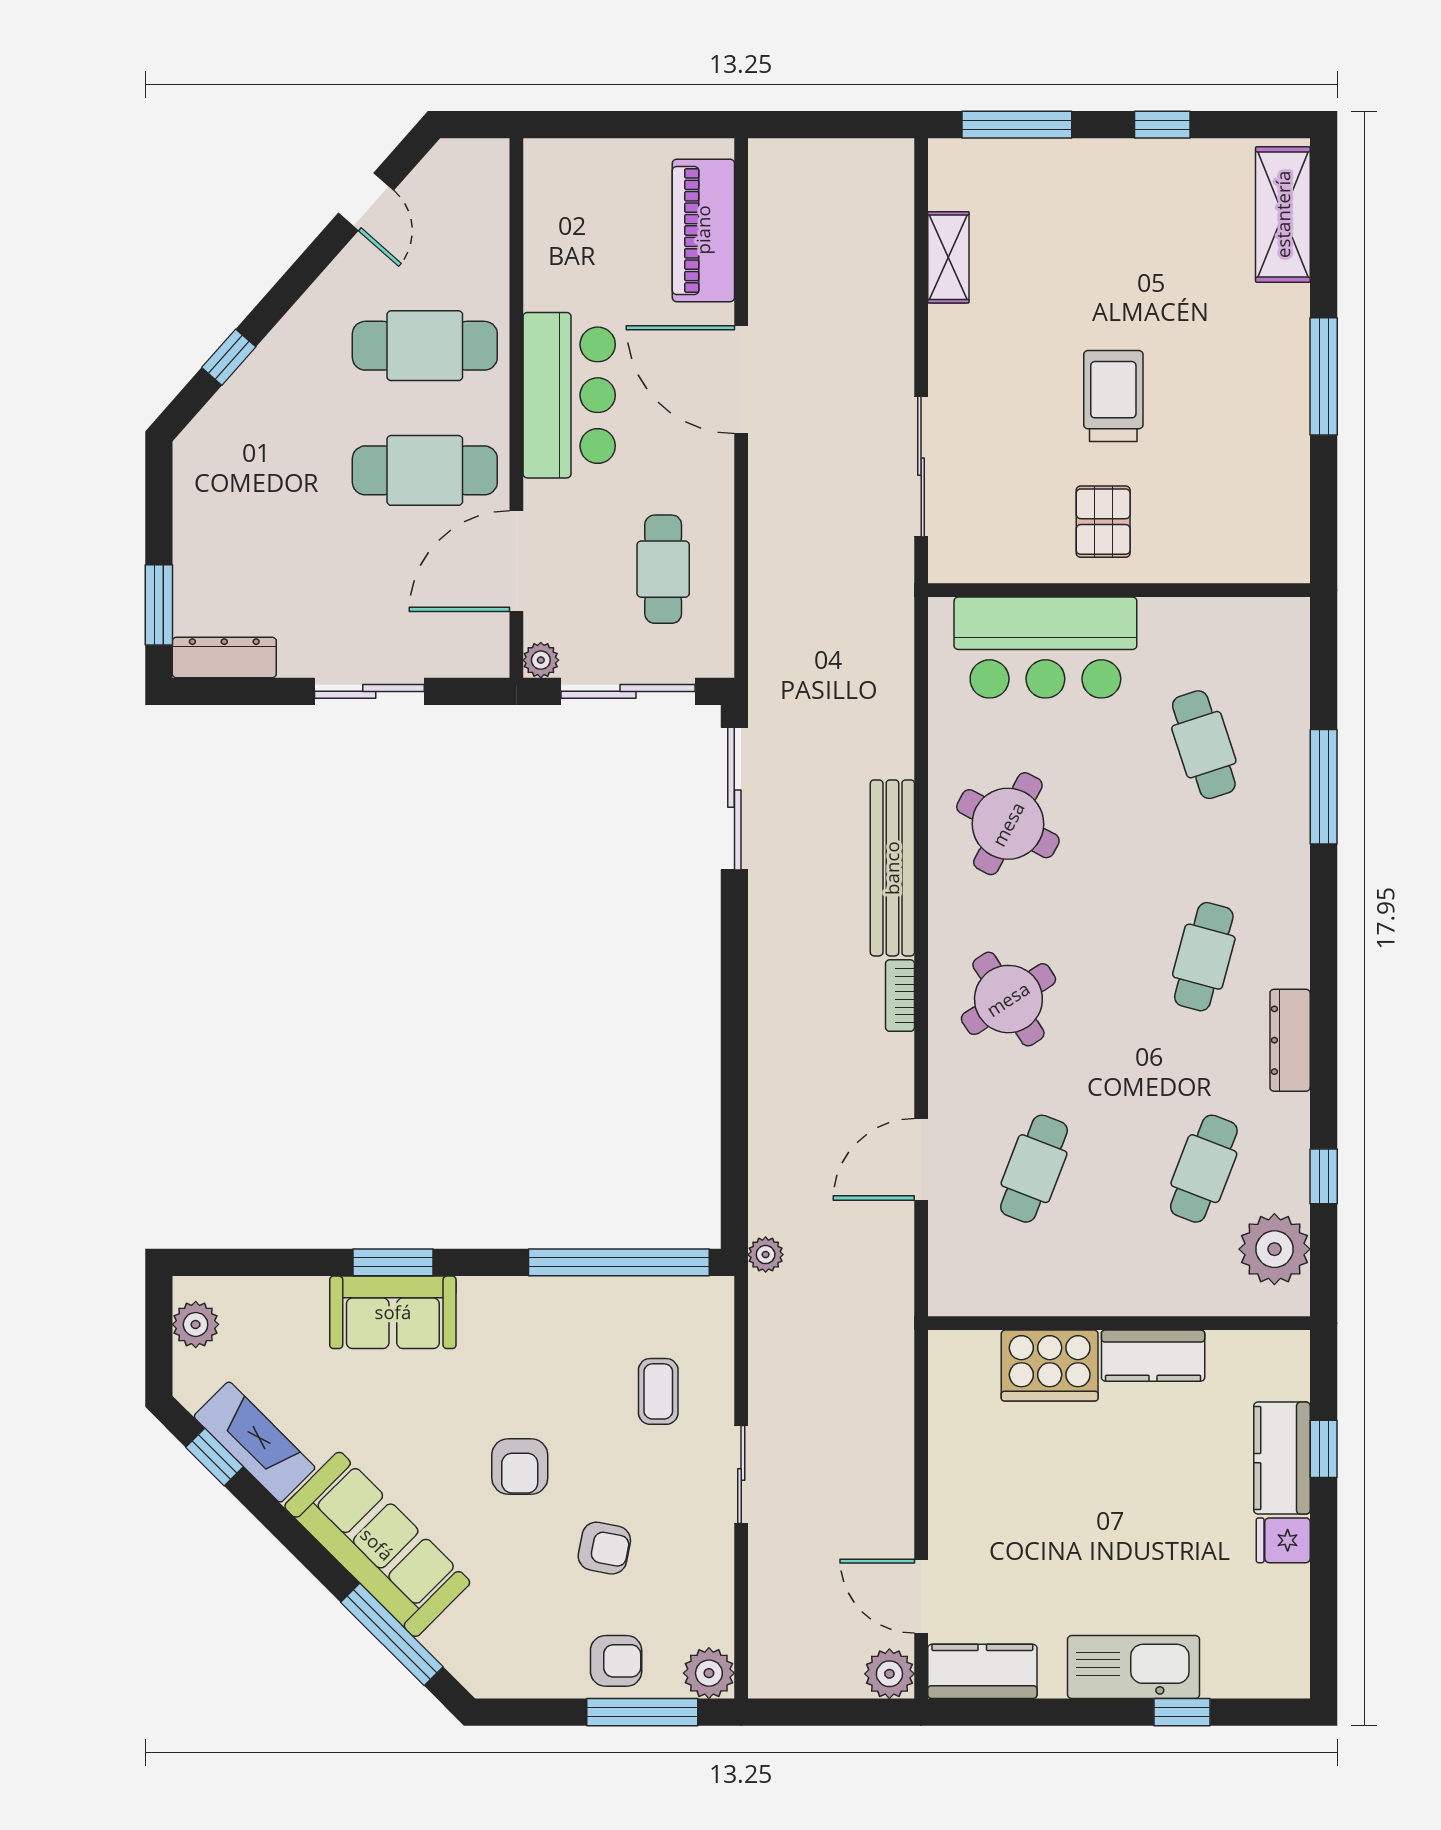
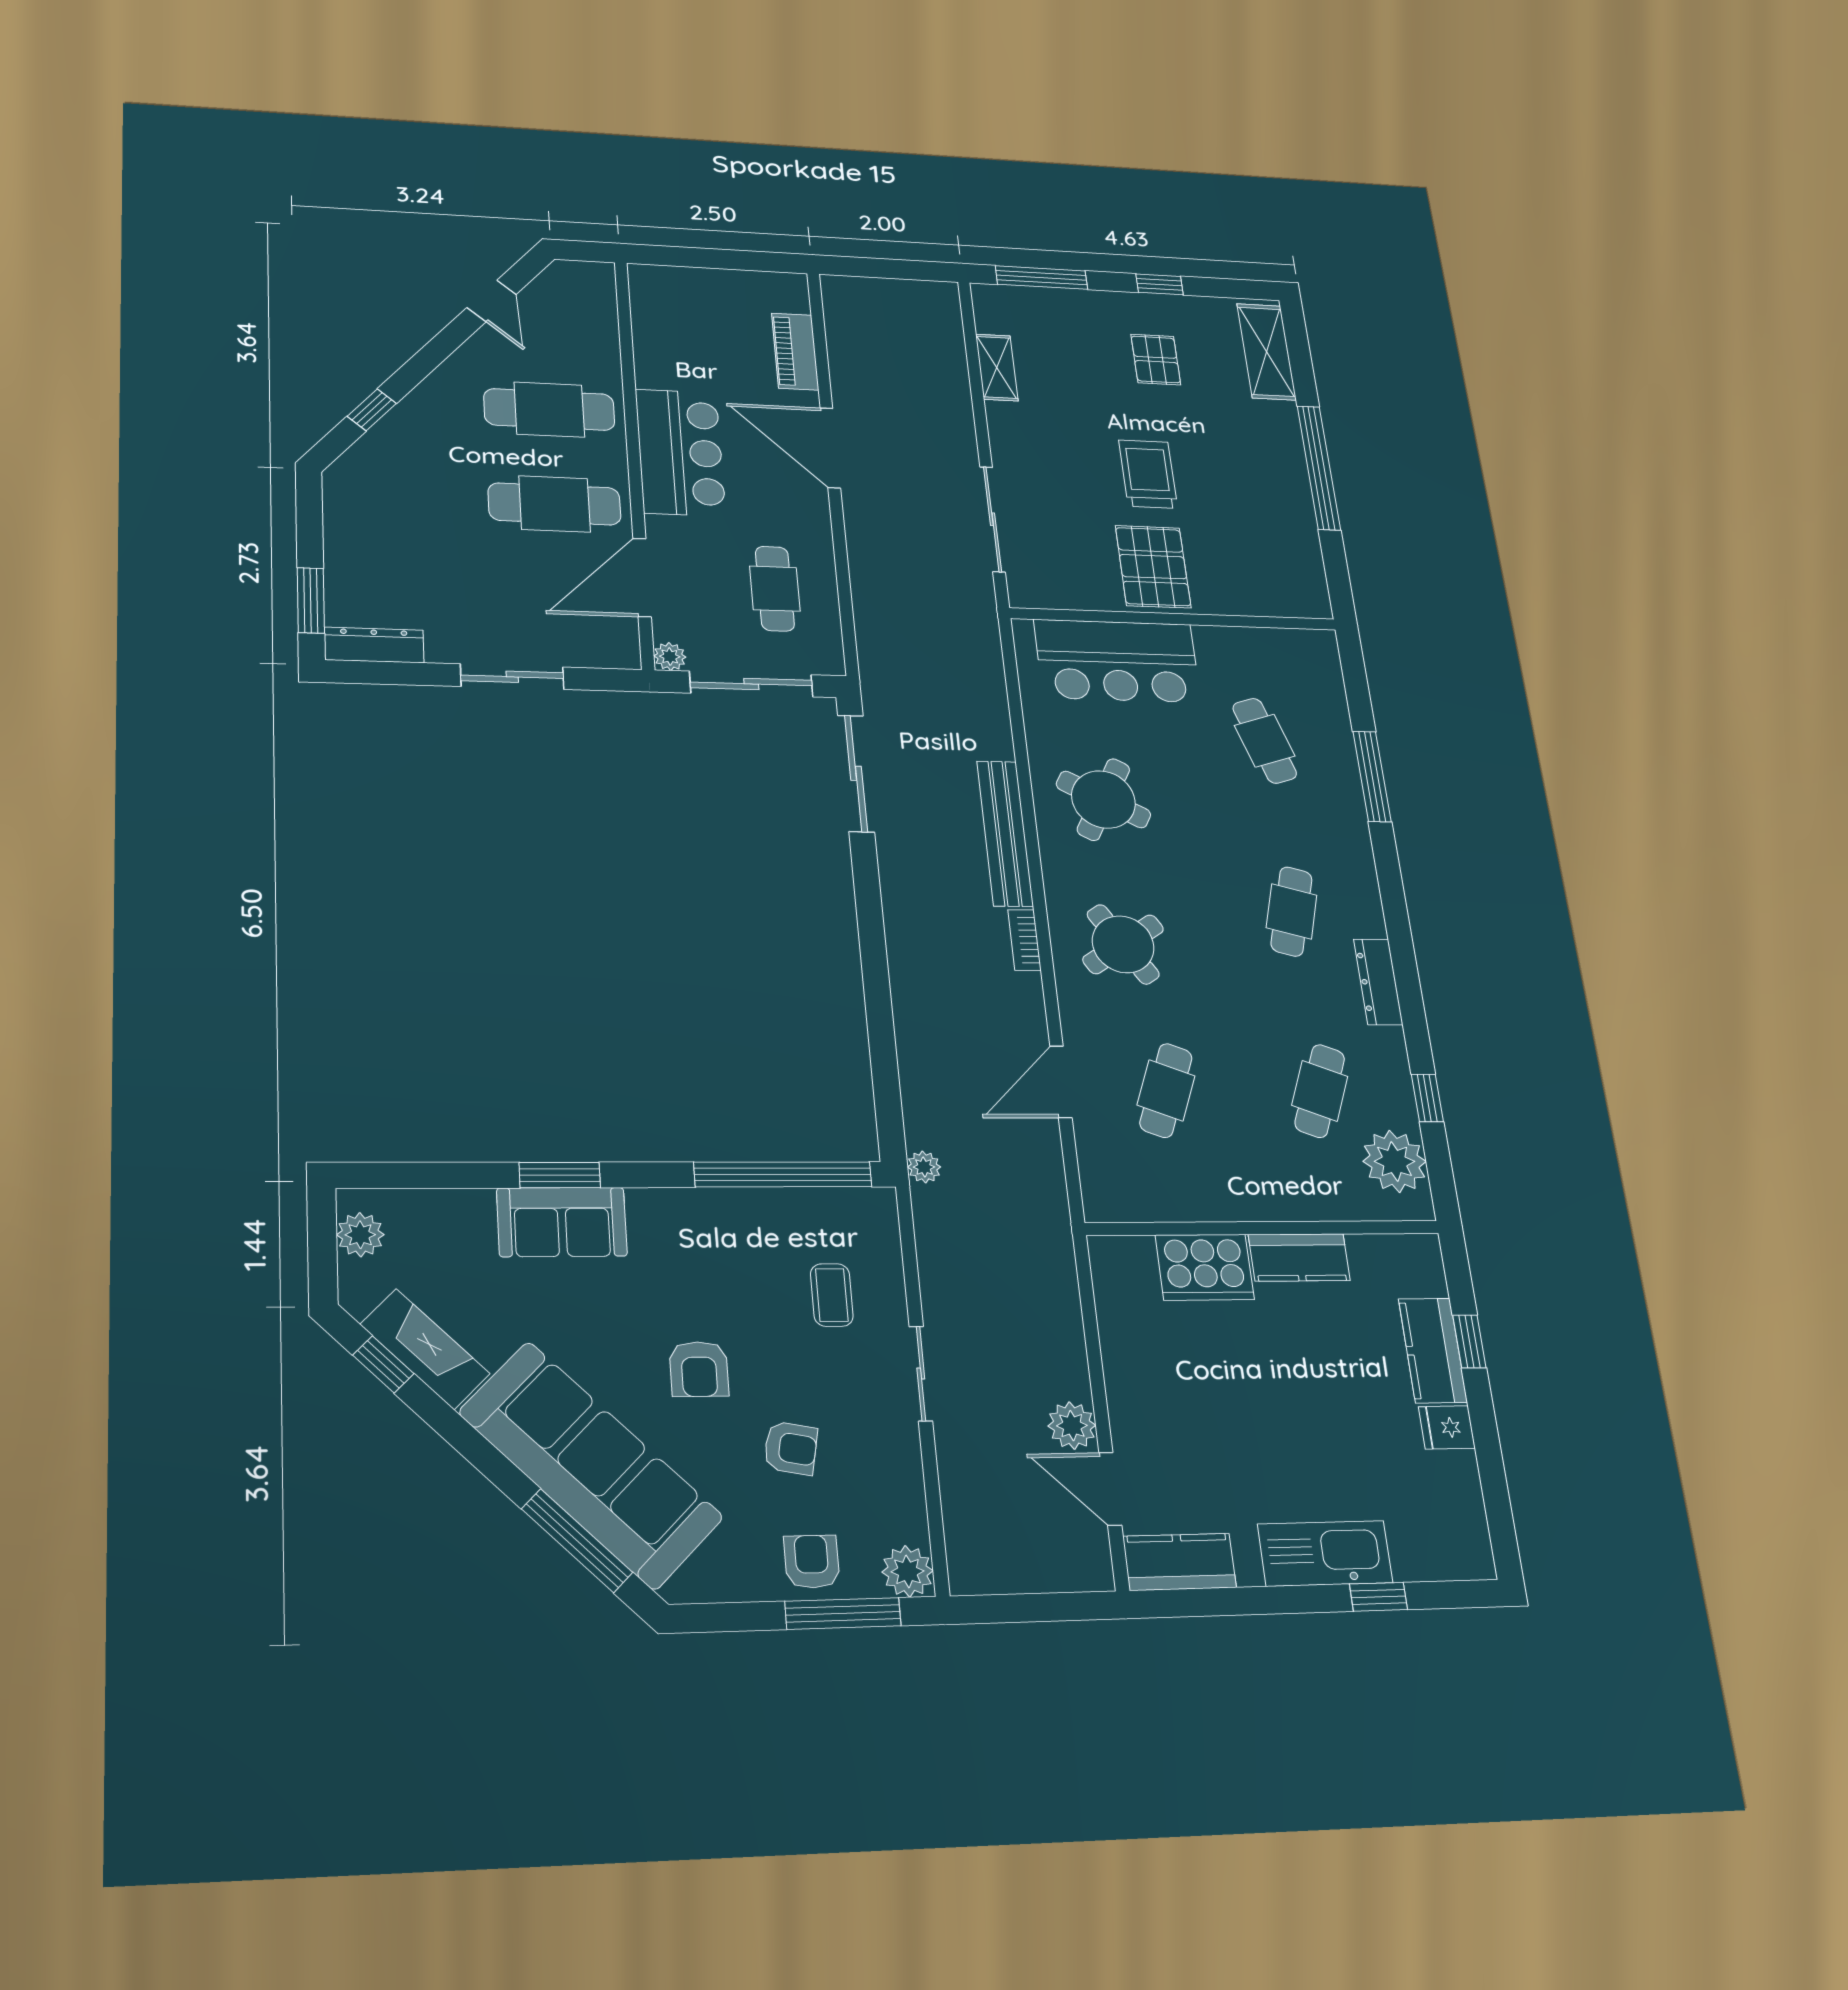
piano: (703, 230) -> (795, 351), width x0.73, depth x0.75
pallet: (1143, 234) -> (1156, 359), added
window: (1324, 376) -> (1319, 468), width x1.46
pallet: (1103, 522) -> (1153, 567), width x1.50, depth x1.42
sofa: (377, 1544) -> (591, 1465), width x1.36, depth x1.27
armchair: (616, 1661) -> (812, 1562), turned -90
plant: (889, 1674) -> (1072, 1426), moved

